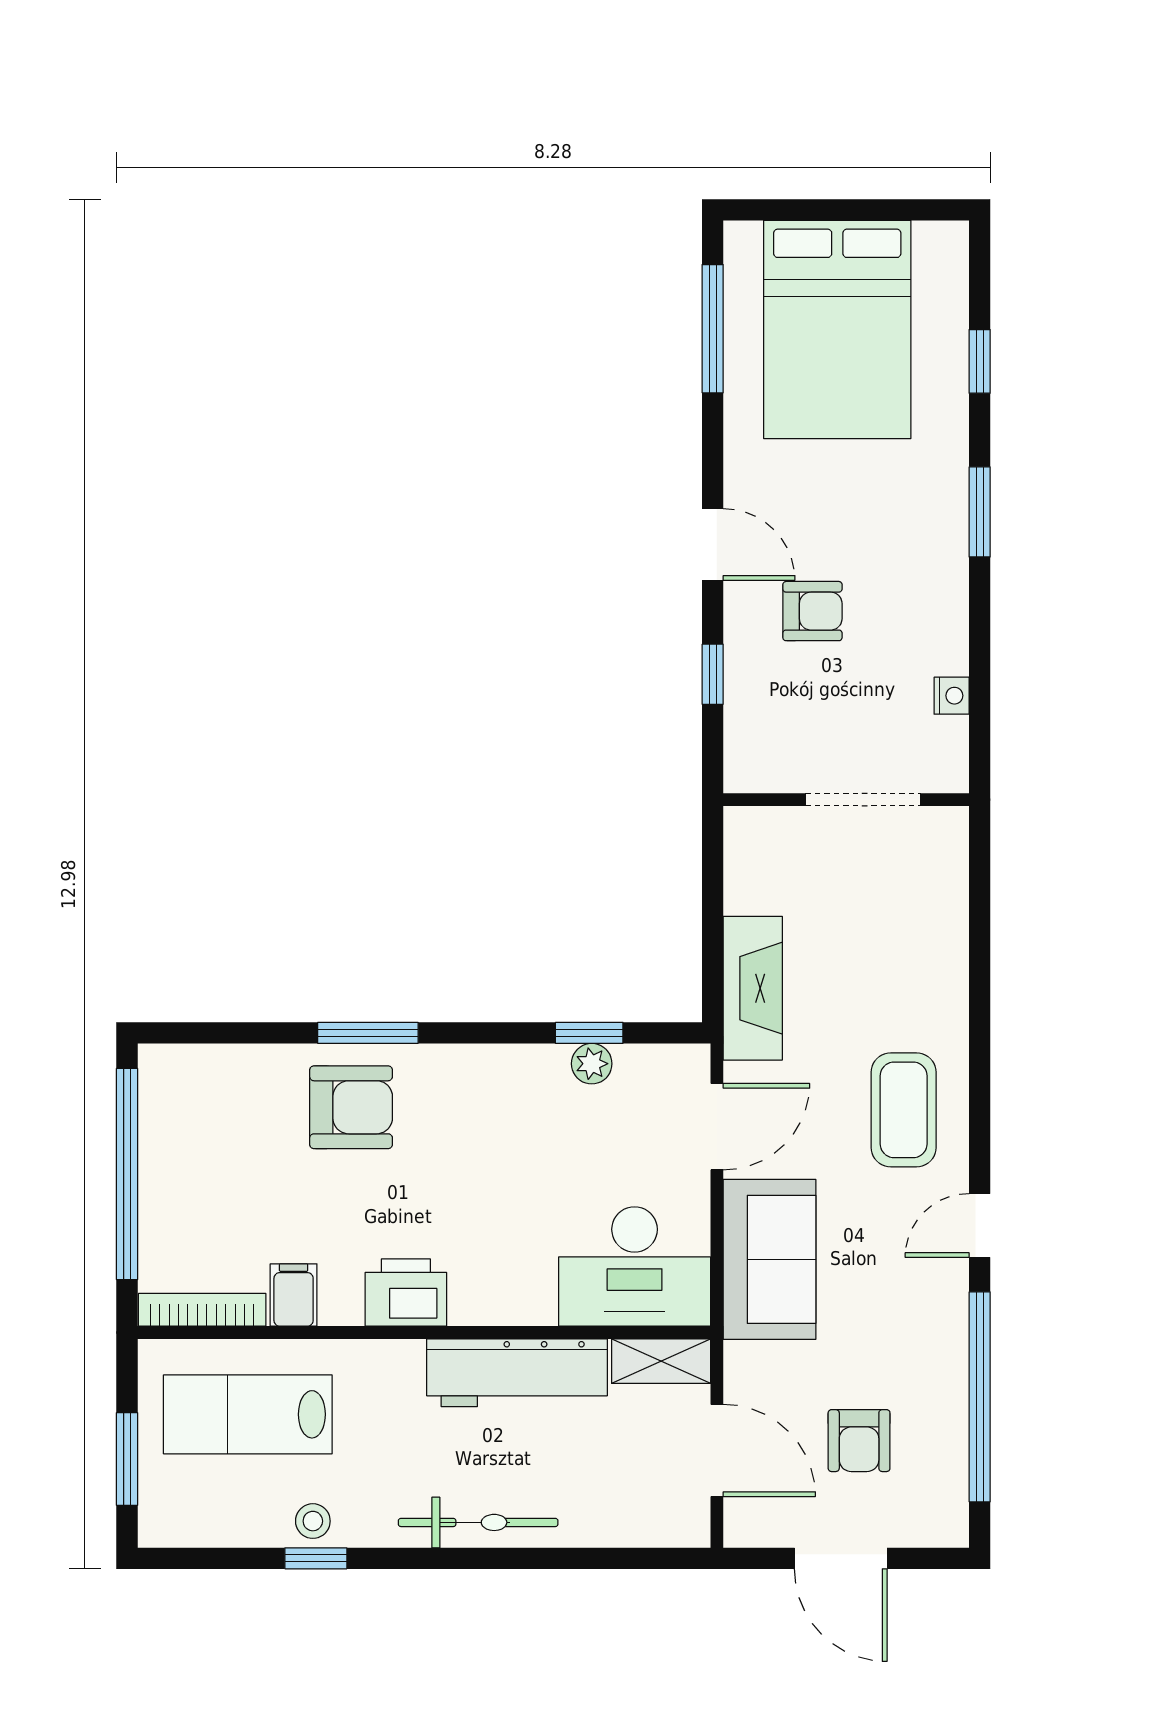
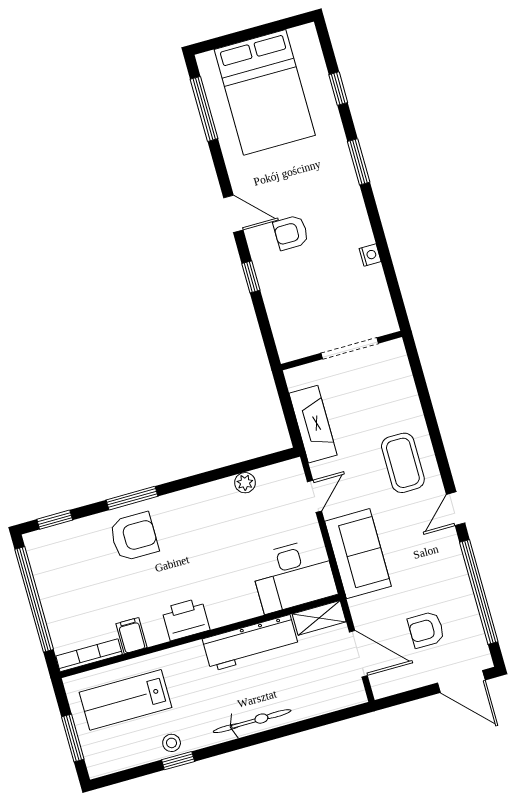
armchair: (812, 611) -> (291, 233), turned 180
wall: (846, 800) -> (341, 351), moved
doorway: (863, 800) -> (350, 348), moved
window: (589, 1033) -> (55, 520), moved
door: (717, 1127) -> (314, 496), width x0.73
armchair: (859, 1441) -> (426, 630), turned 90
door: (841, 1558) -> (461, 681), moved

